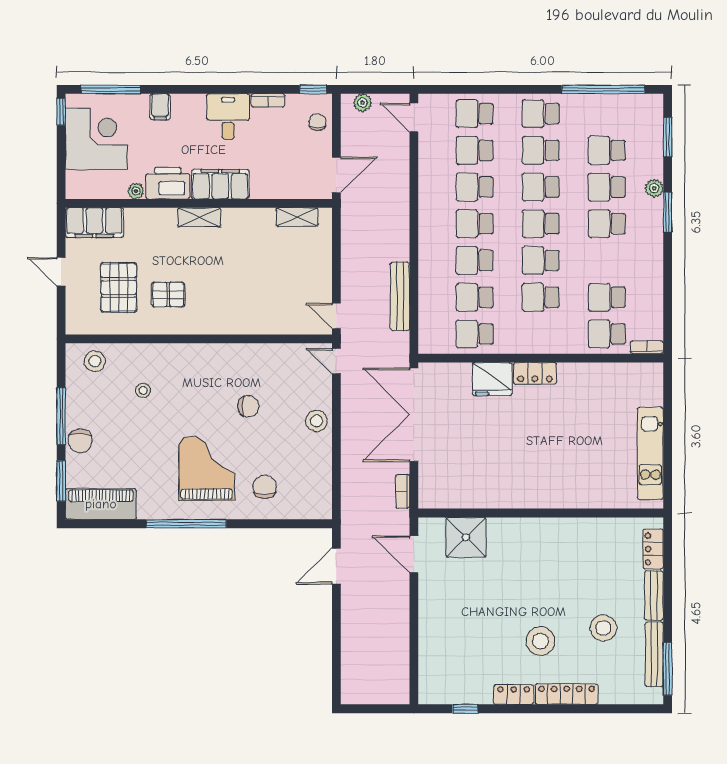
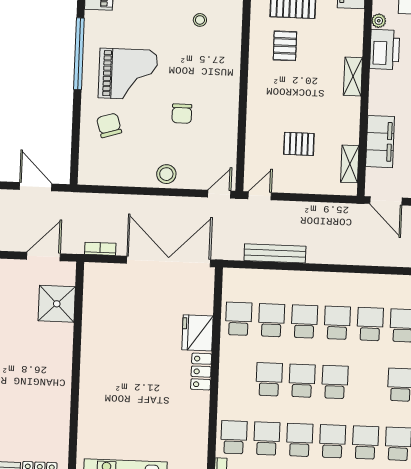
filing cabinet: (220, 184) -> (380, 142), moved
school desk: (541, 187) -> (300, 440), moved
pallet: (277, 275) -> (299, 144), added
chair: (265, 487) -> (109, 125), turned -107

